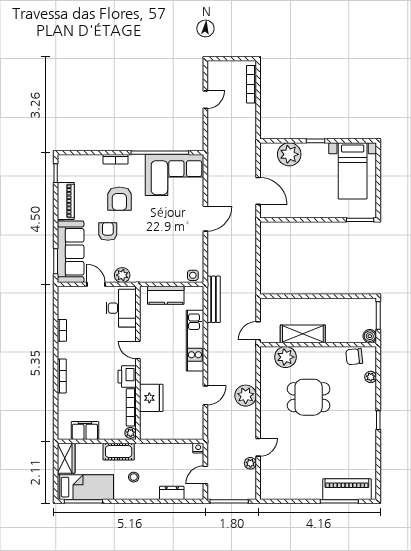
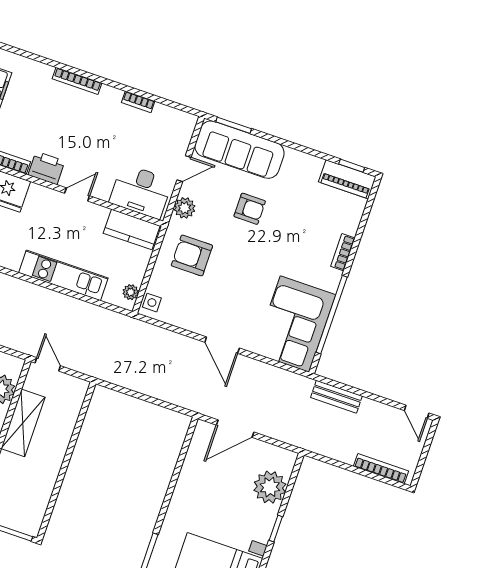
door: (205, 100) -> (417, 412), moved
armchair: (119, 199) -> (192, 255), moved
piano: (66, 201) -> (347, 179), moved
plant: (191, 292) -> (131, 292), added
kitchen counter: (166, 295) -> (132, 229), moved, turned -90
bench: (214, 299) -> (336, 397), moved, width x0.73

